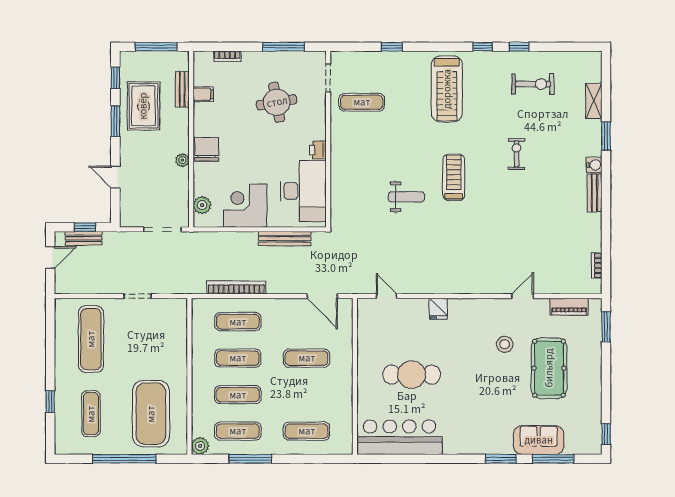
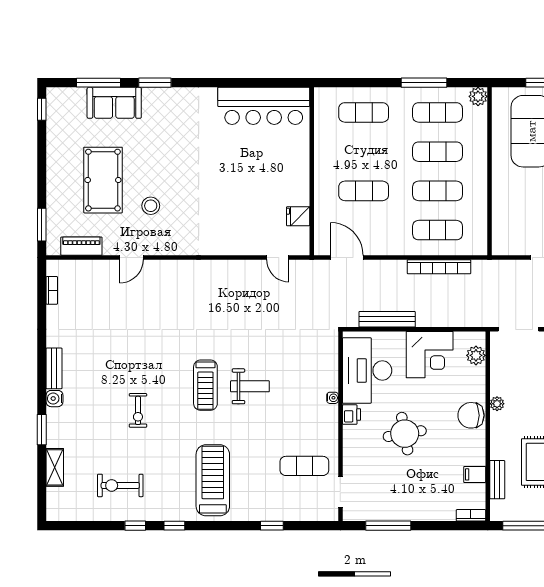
bookcase: (227, 56) -> (471, 515), moved
round table: (277, 102) -> (405, 434), moved
chair: (207, 149) -> (471, 415), turned 90
water cooler: (335, 166) -> (333, 398), added
weight bench: (406, 197) -> (250, 386), moved, turned 180
fridge: (438, 309) -> (298, 216), moved, turned -90
cafe table: (412, 375) -> (251, 173), removed

